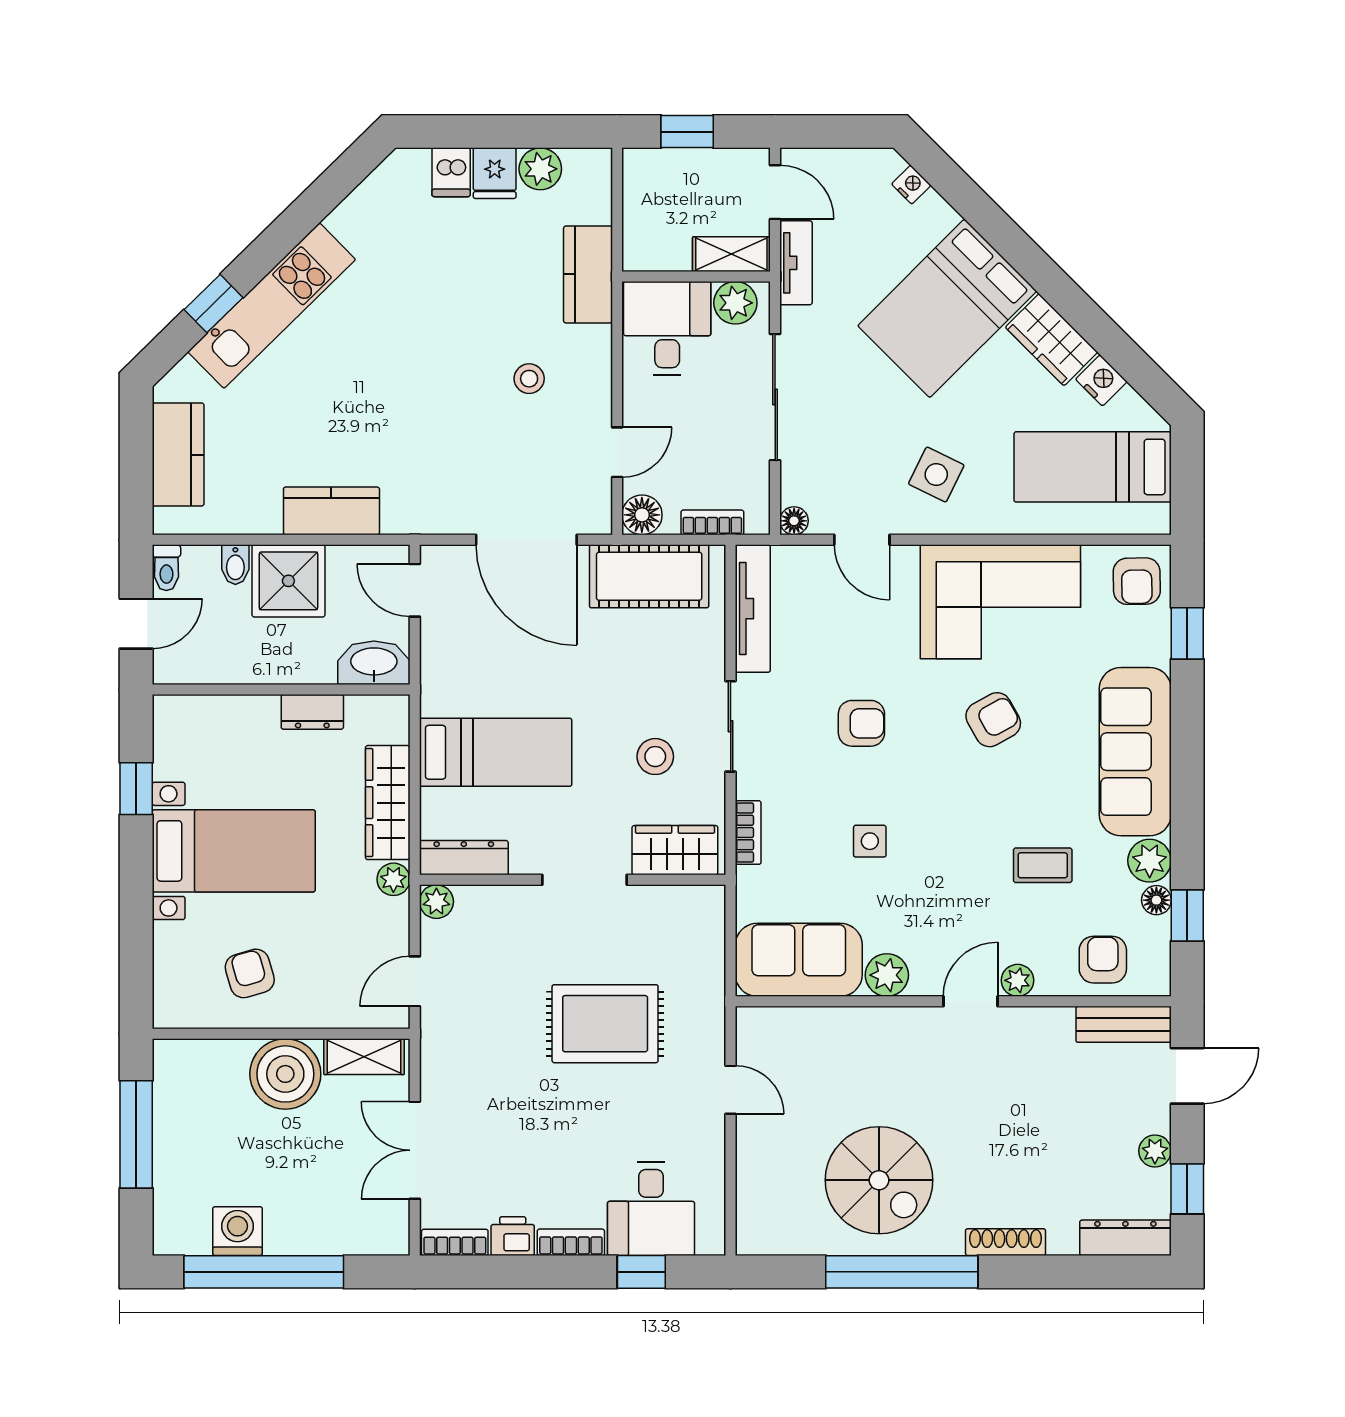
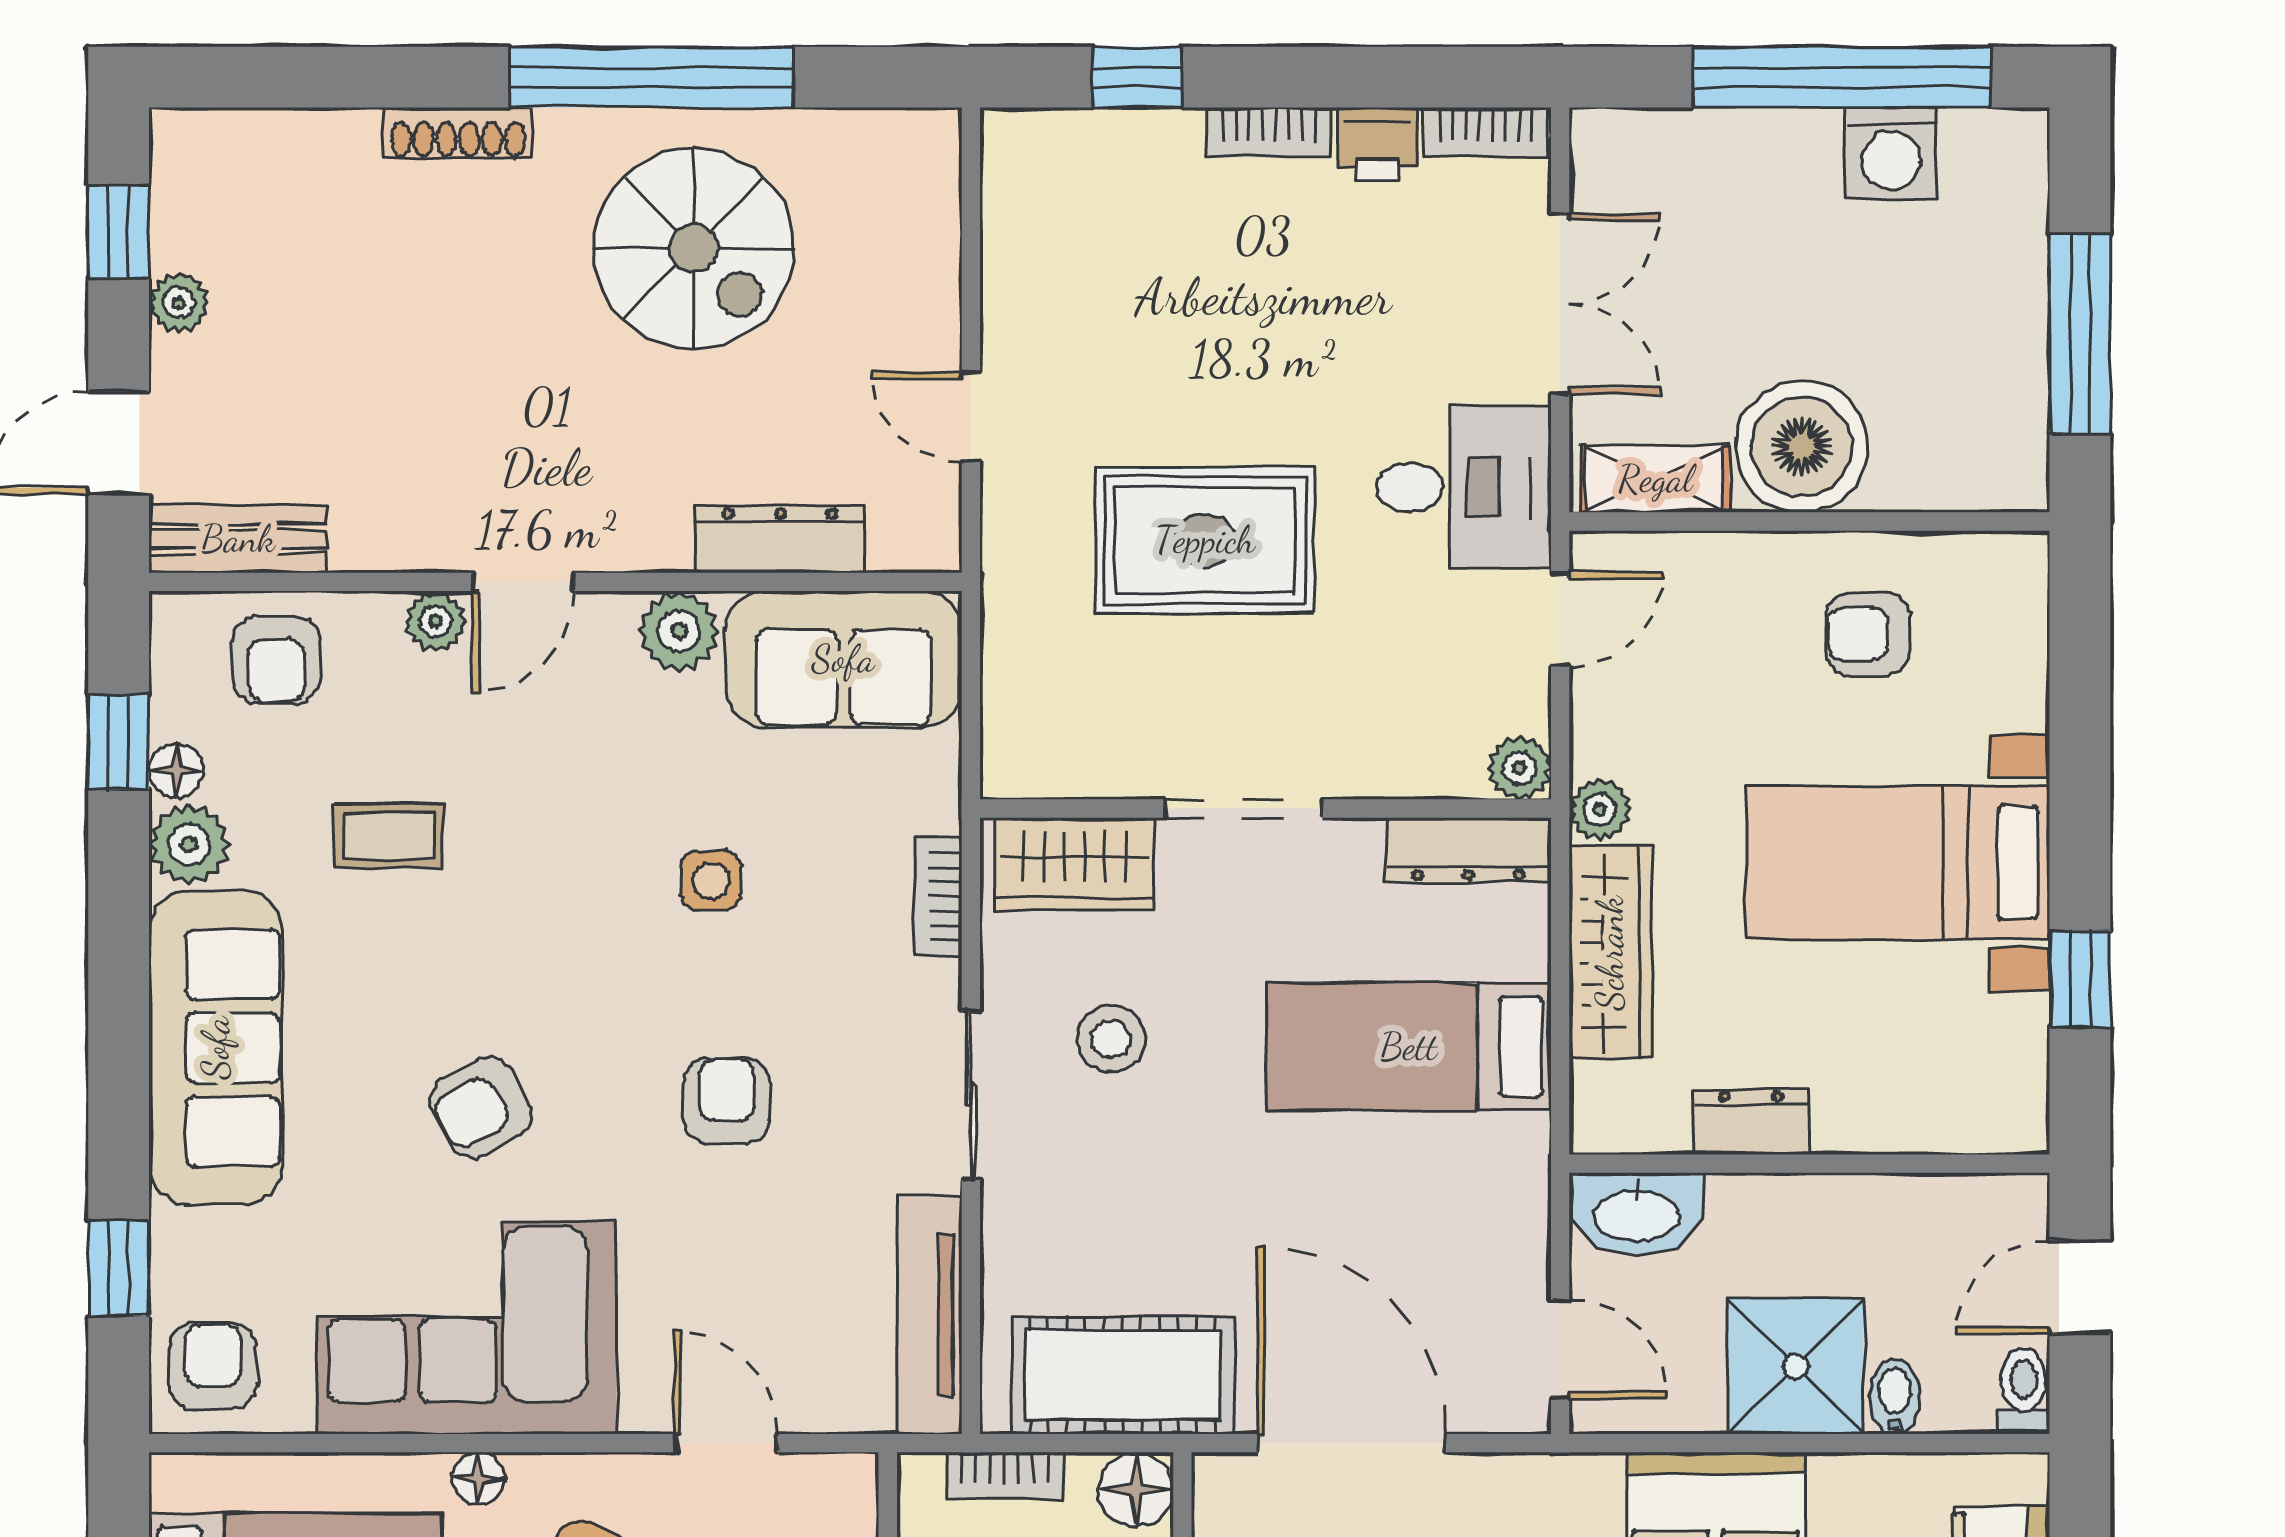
floor lamp: (794, 521) -> (479, 1479), moved
armchair: (861, 723) -> (727, 1101), turned 90
armchair: (250, 973) -> (1868, 634), turned 106
spiral stairs: (879, 1180) -> (694, 248), turned 180
desk: (651, 1209) -> (1464, 487), moved, turned 90
dresser: (1125, 1238) -> (780, 540), moved, turned 180

